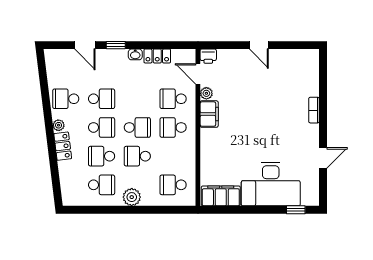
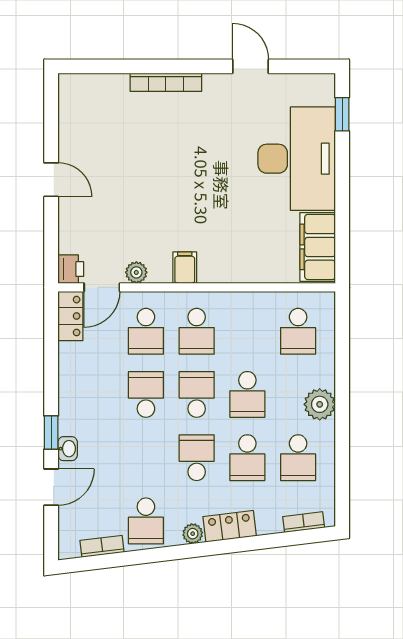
door: (259, 45) -> (51, 180), hinge flipped
washbasin: (135, 54) -> (68, 449), moved
locker: (157, 56) -> (70, 316), moved
bookcase: (51, 74) -> (102, 546), added
school desk: (102, 99) -> (146, 394), moved
bookcase: (314, 110) -> (166, 82), width x1.56
filing cabinet: (209, 114) -> (185, 268), width x0.50
school desk: (102, 185) -> (298, 458), turned 180
bookcase: (65, 188) -> (304, 522), added

